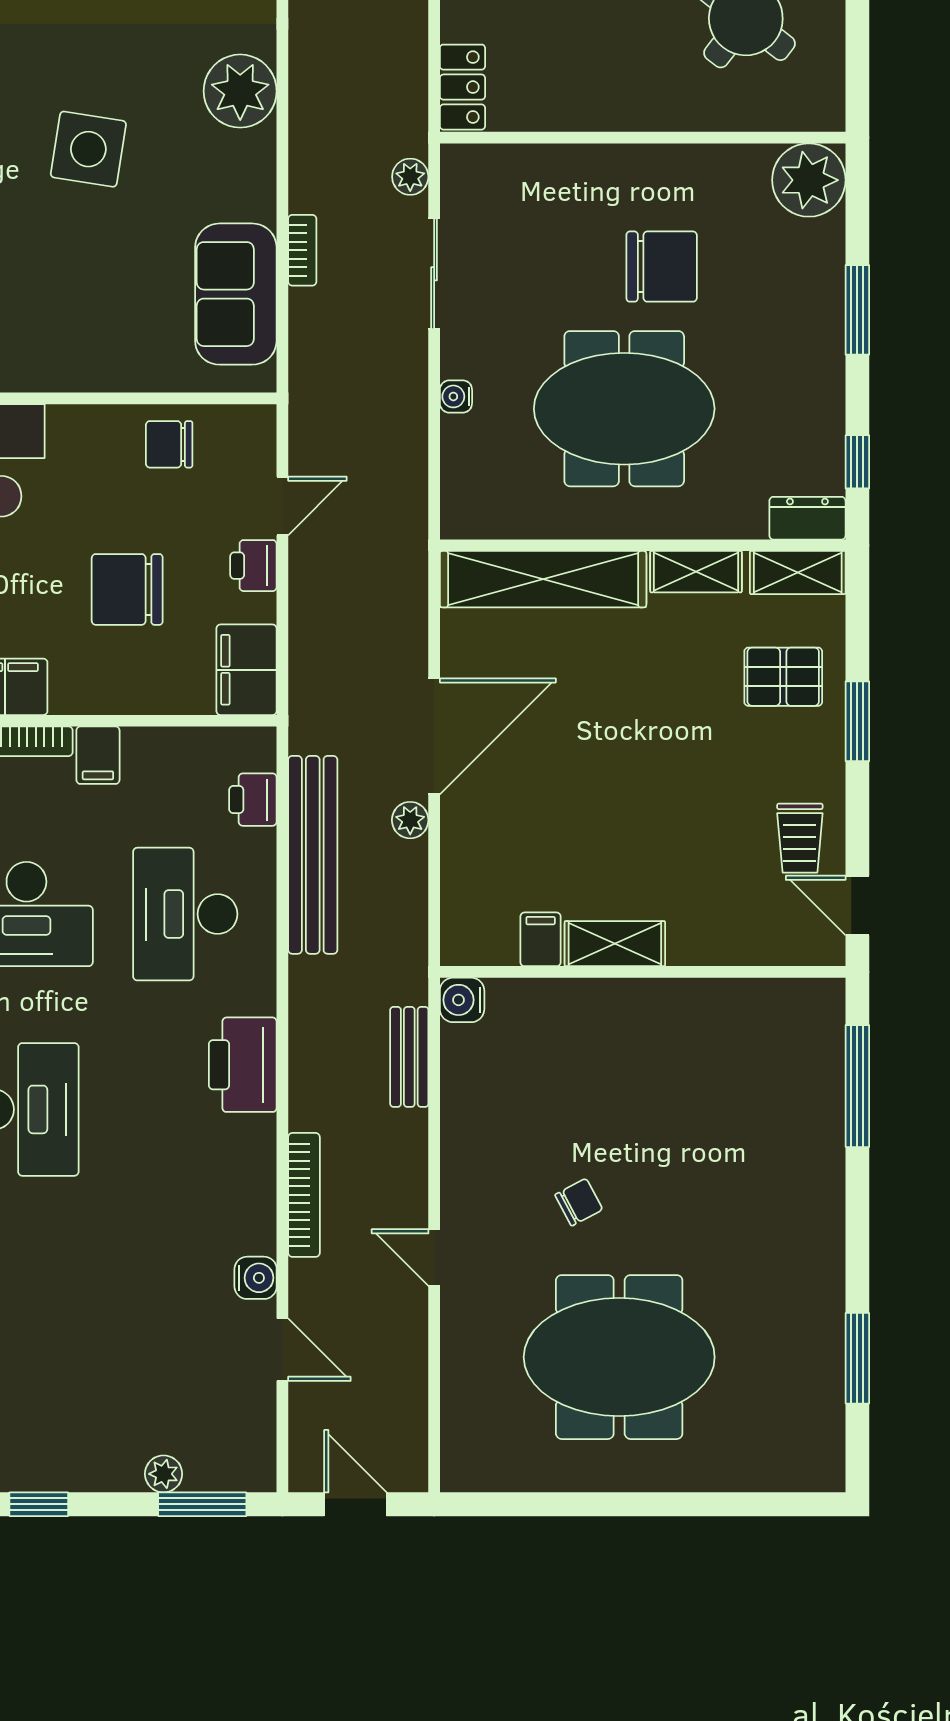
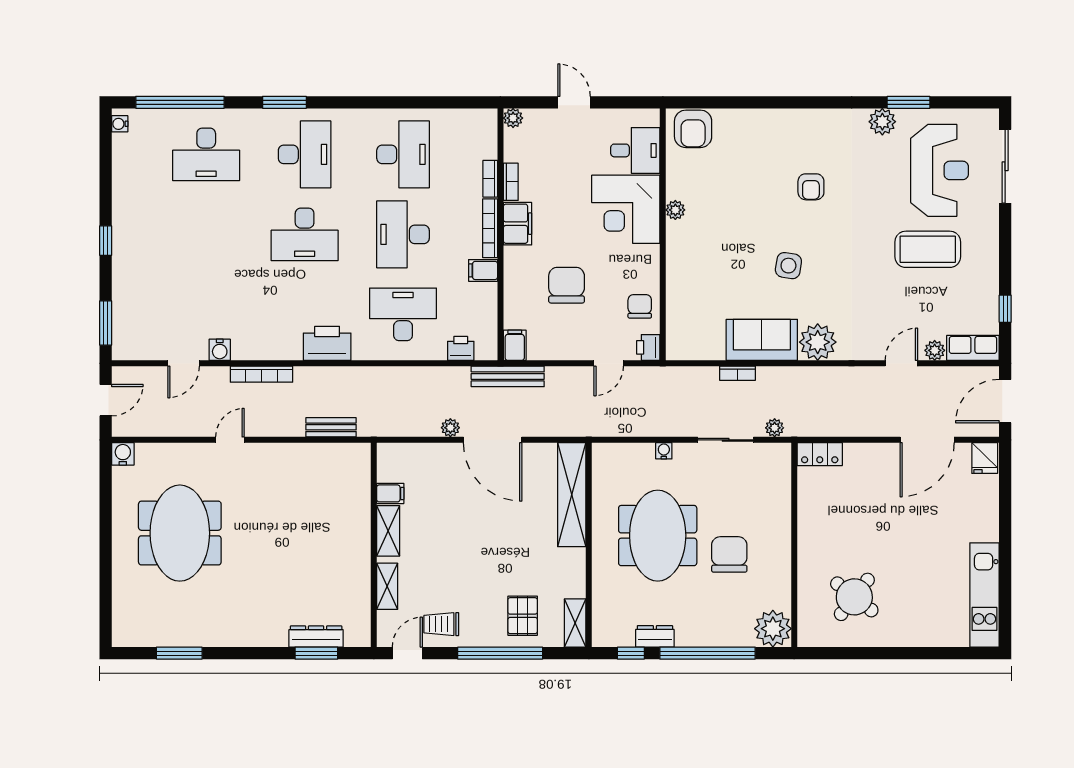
side table: (88, 149) -> (788, 266), width x0.73, depth x0.73
chair: (662, 267) -> (729, 554), turned 180
sofa: (236, 294) -> (762, 340), moved
window: (857, 310) -> (707, 653), width x2.11
door: (282, 506) -> (609, 363), hinge flipped
dresser: (807, 518) -> (655, 636), moved, turned -90
printer: (253, 566) -> (648, 347), moved, turned -90
shelving: (696, 572) -> (387, 586), moved
filing cabinet: (247, 670) -> (515, 345), width x0.50
window: (857, 721) -> (500, 653), width x2.11
bench: (313, 855) -> (508, 376), moved, width x0.73, depth x0.82
water cooler: (462, 1000) -> (123, 454), moved
window: (857, 1086) -> (316, 653), width x0.69
dresser: (824, 1087) -> (316, 636), added
chair: (579, 1202) -> (258, 513), removed
plant: (164, 1474) -> (121, 303), removed

